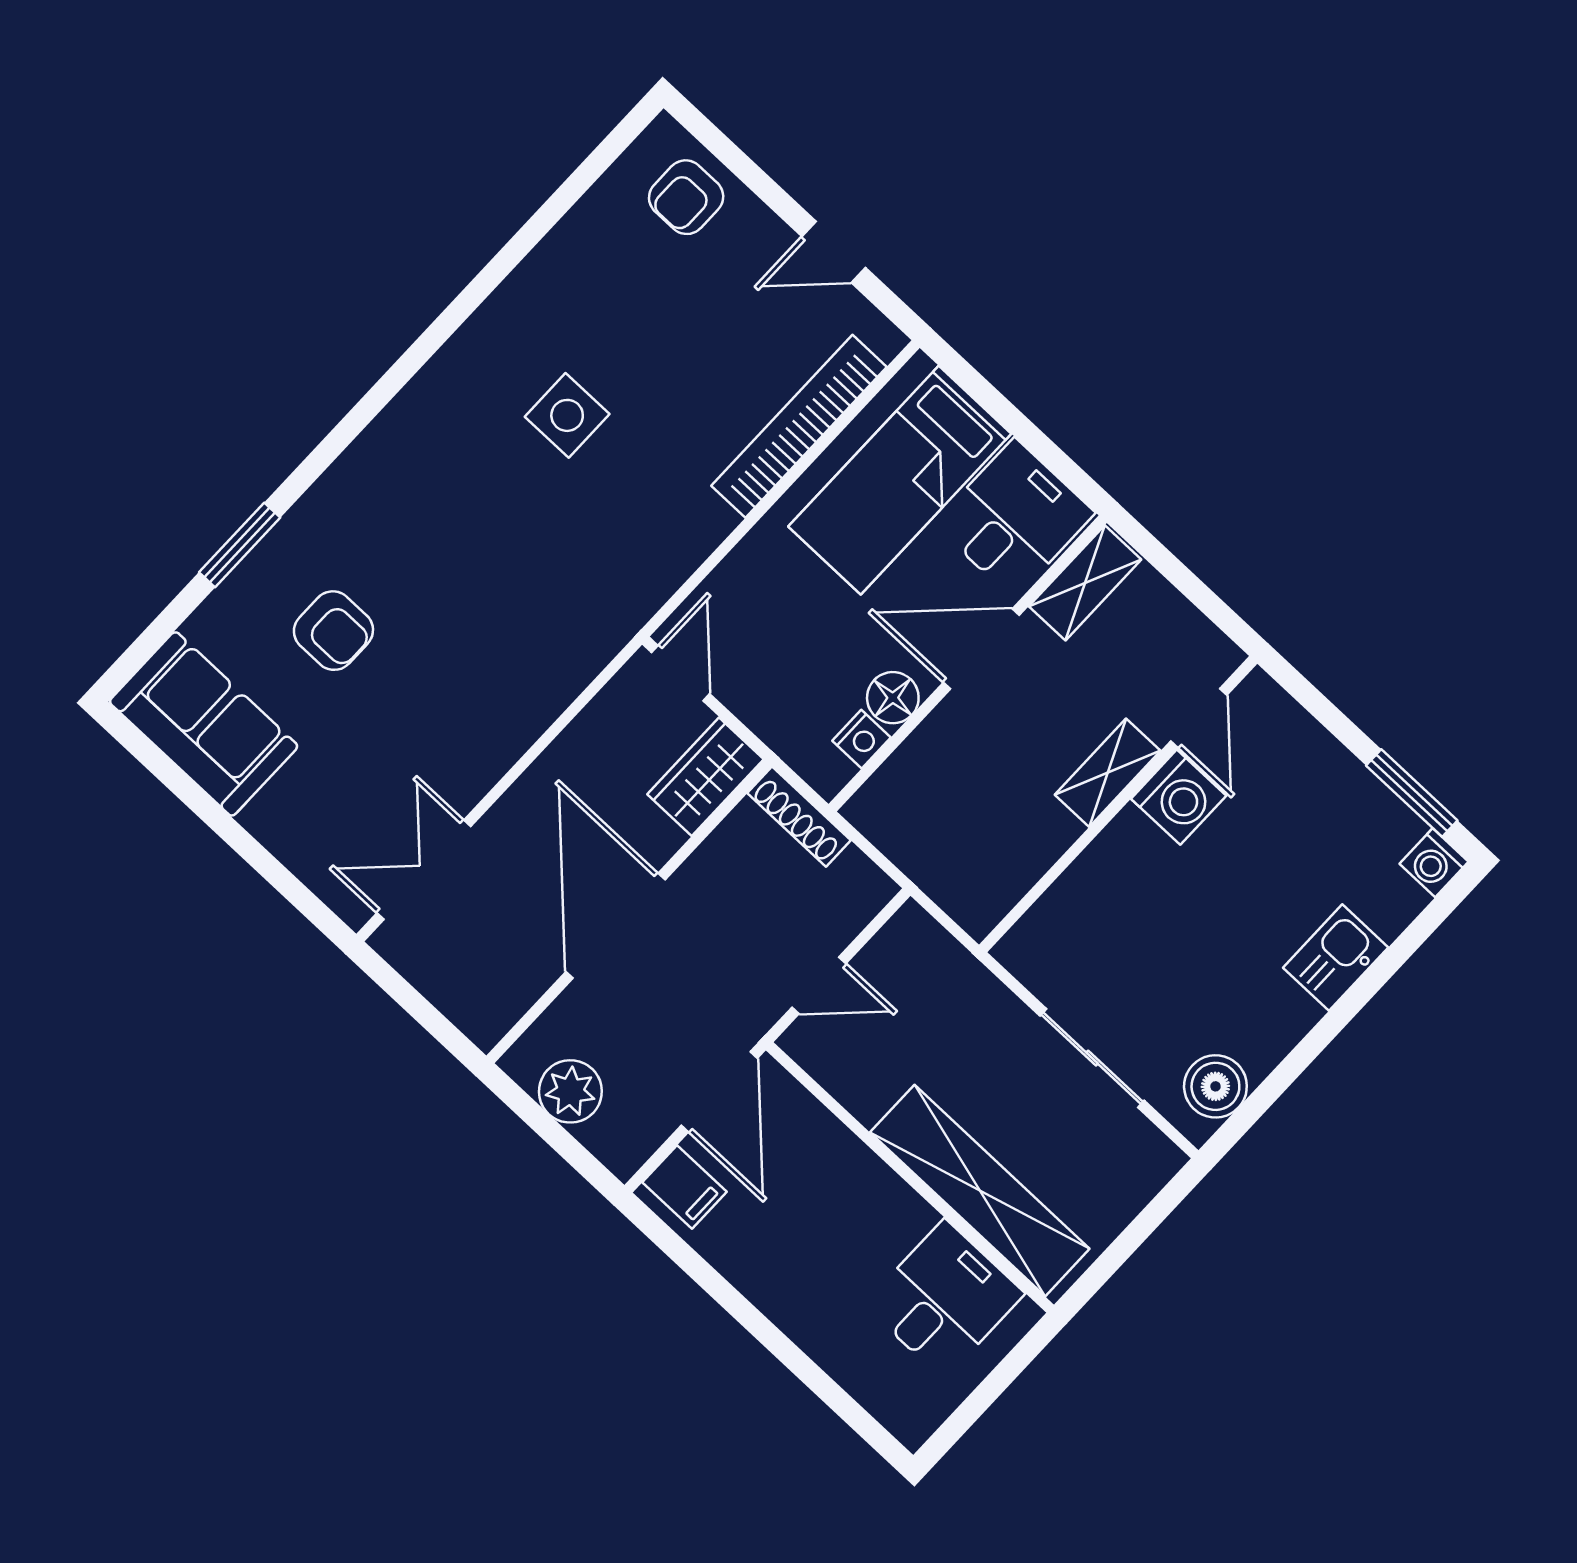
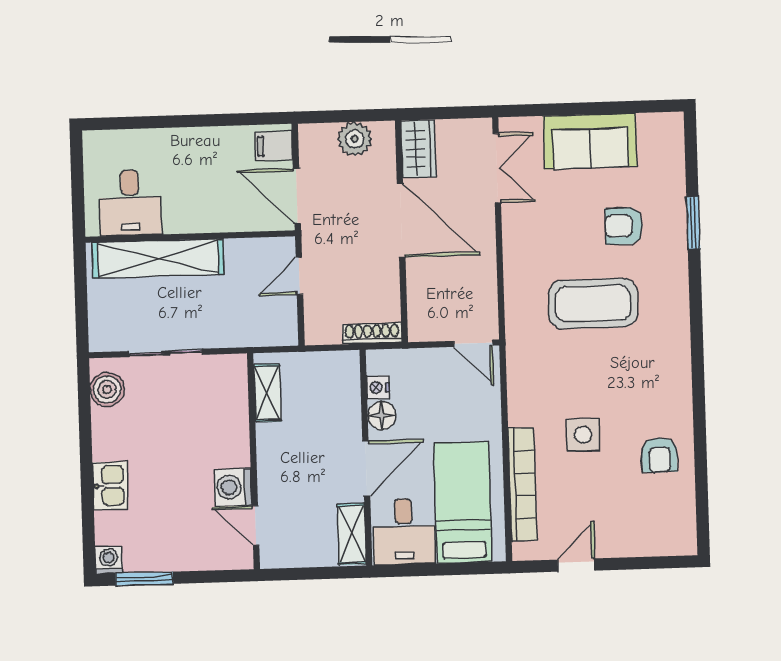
armchair: (686, 197) -> (659, 455), moved, turned 180
side table: (567, 415) -> (583, 435), moved
coffee table: (474, 570) -> (593, 303), added
sofa: (204, 724) -> (590, 141), moved
shelving: (1108, 773) -> (267, 393), moved
wardrobe: (705, 777) -> (419, 149), moved

